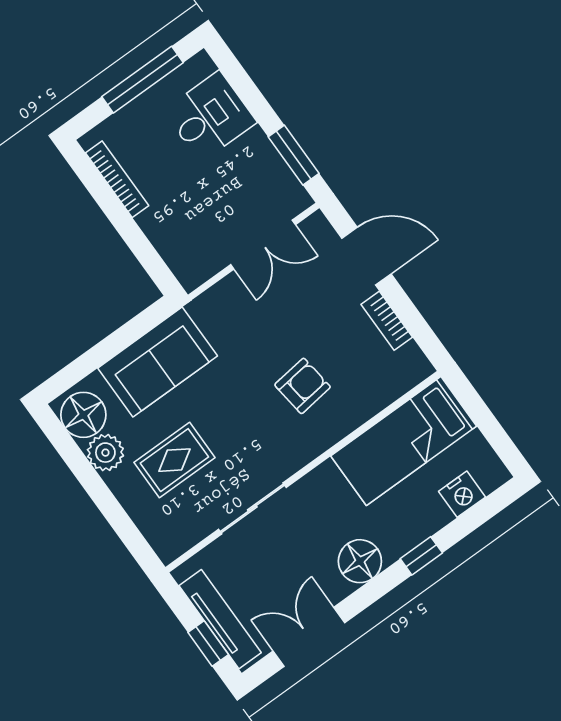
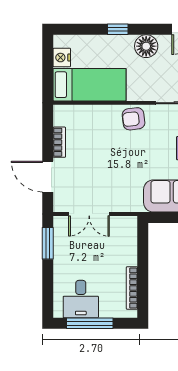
desk: (210, 116) -> (81, 299), moved, turned -90
double door: (263, 245) -> (89, 214), swing flipped
armchair: (303, 386) -> (134, 119), moved
nightstand: (462, 494) -> (62, 58), moved, turned -90

